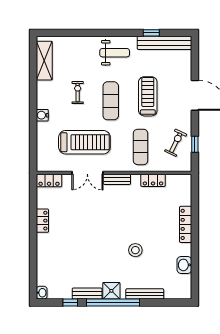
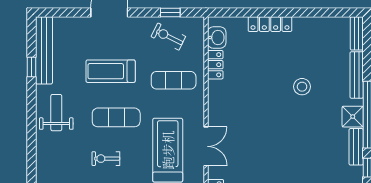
bench: (117, 179) -> (357, 33), moved
washbasin: (184, 265) -> (217, 38), moved, turned -90

